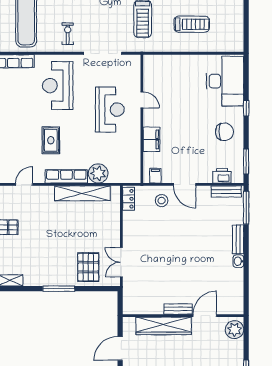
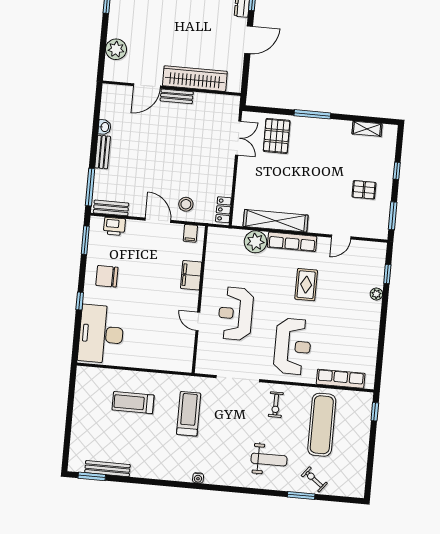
bench: (178, 309) -> (177, 96), moved
wall: (183, 316) -> (172, 88), moved
door: (205, 316) -> (147, 86), moved
wardrobe: (164, 326) -> (195, 79), moved

